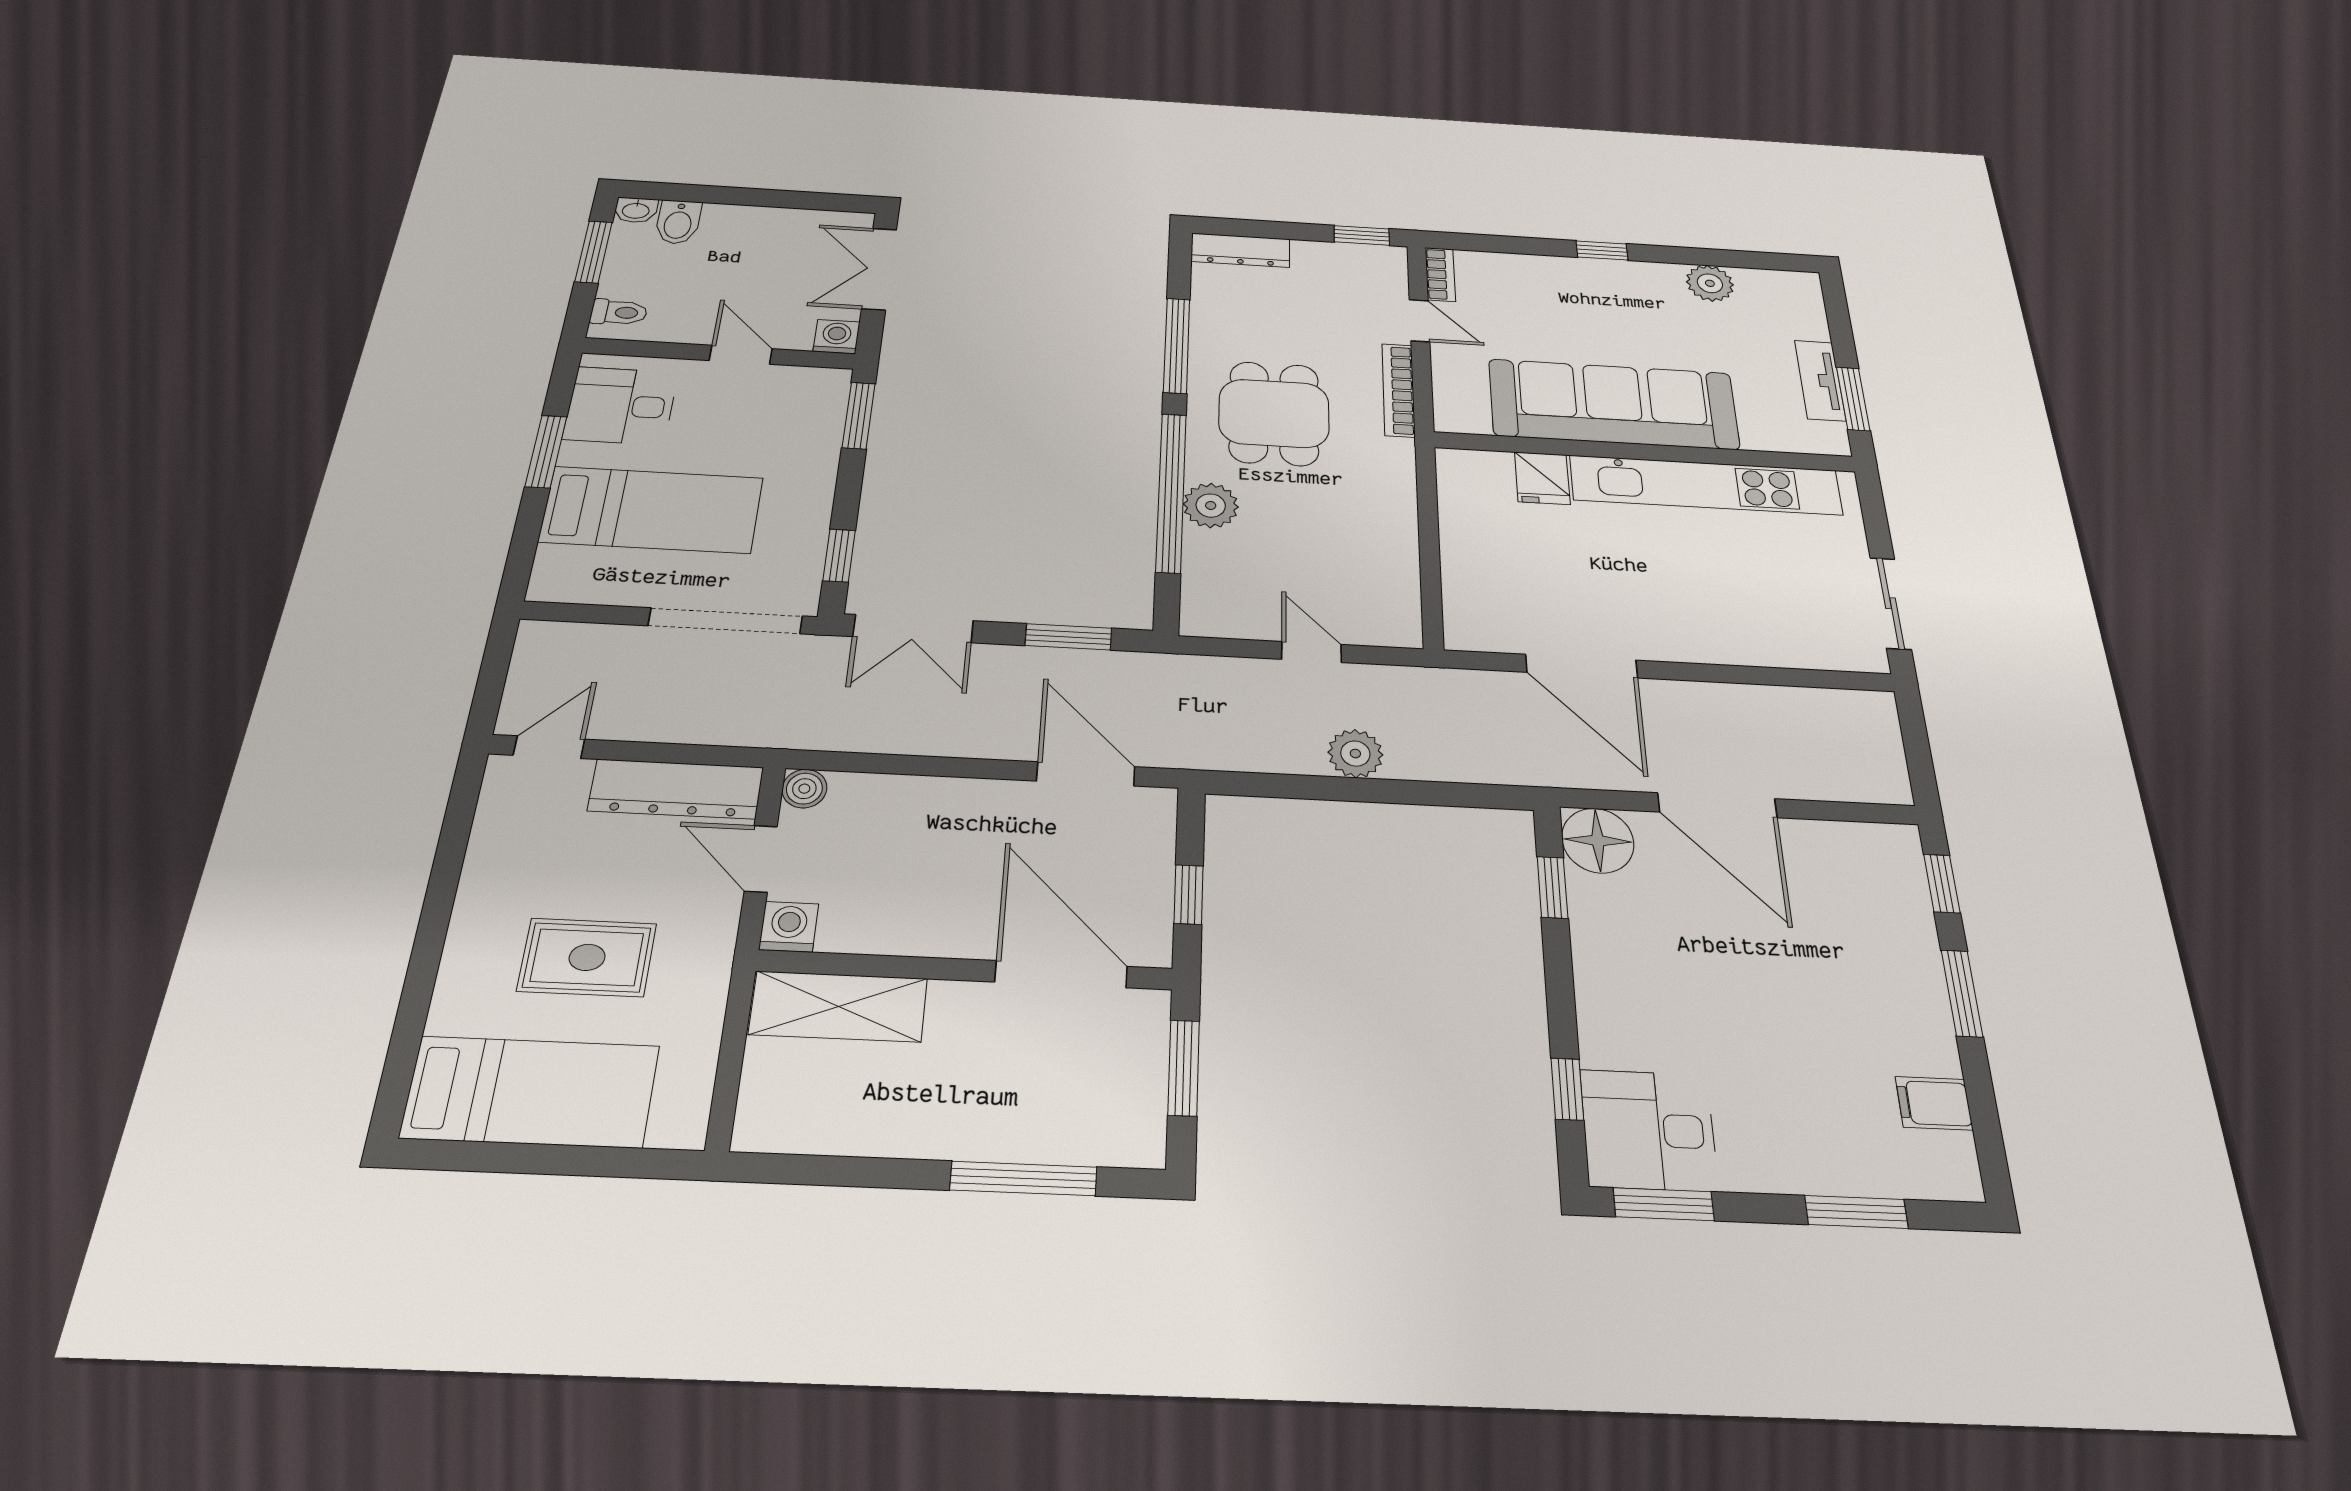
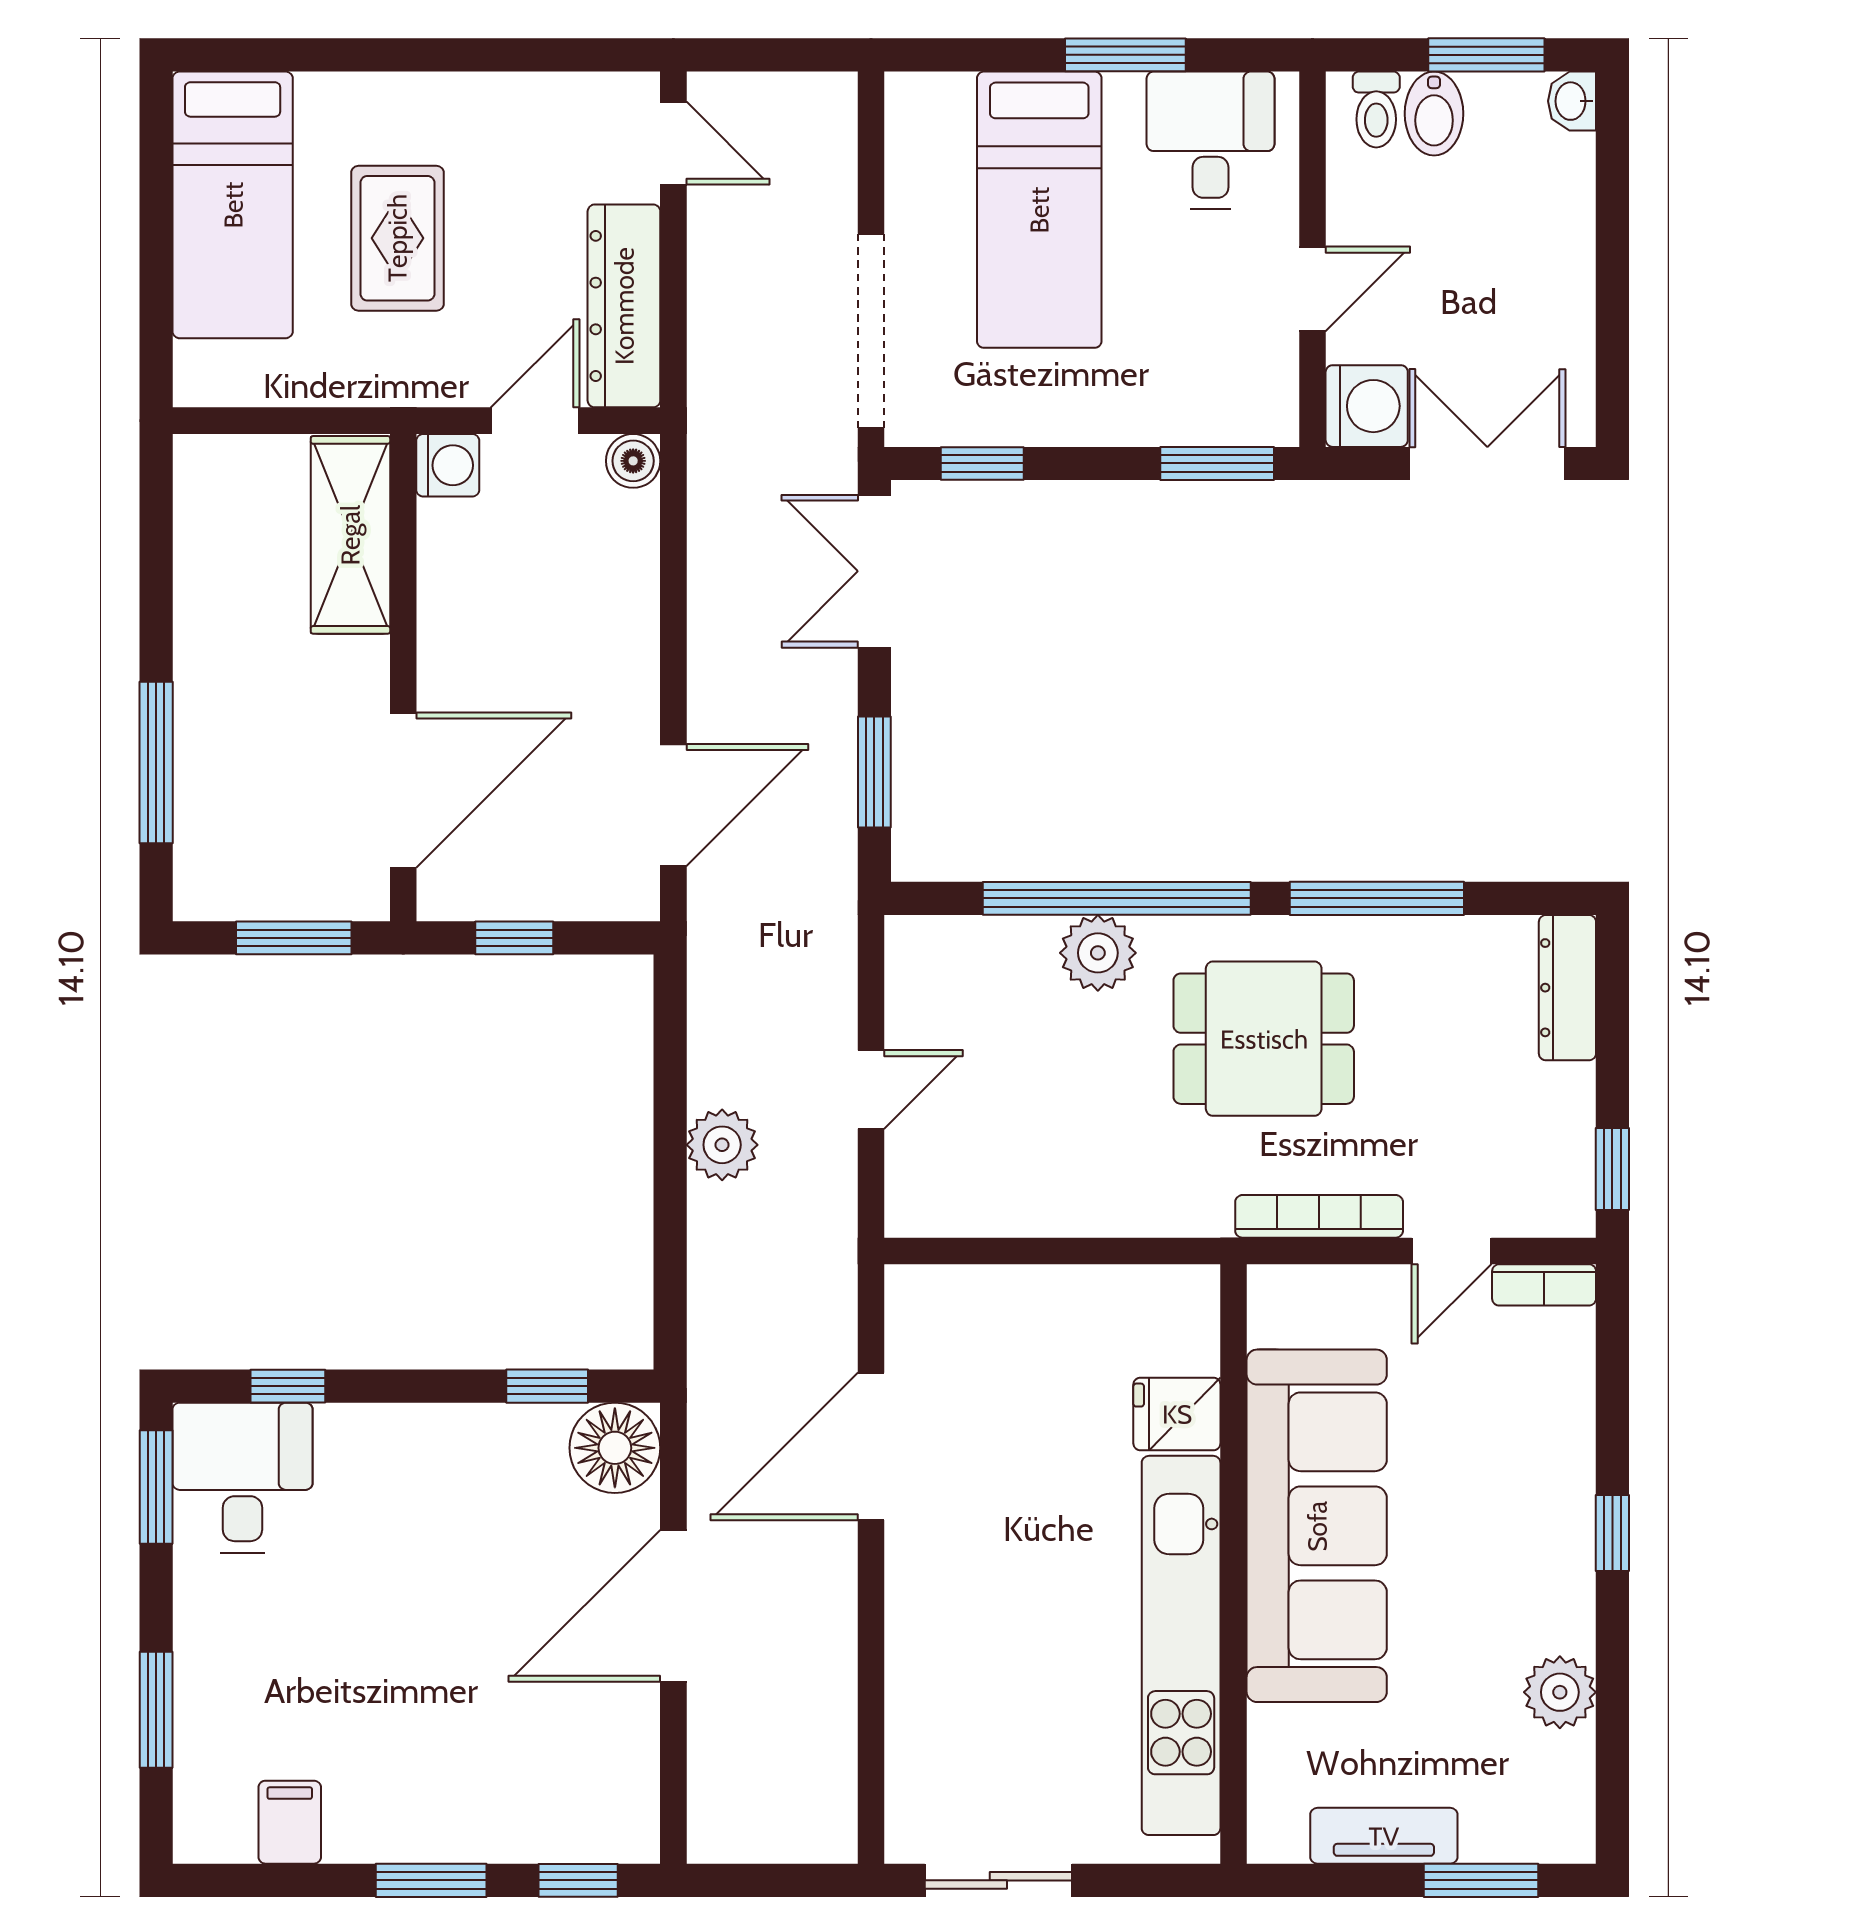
bidet: (678, 222) -> (1434, 114), moved, turned -90
washing machine: (837, 337) -> (1367, 406), width x1.38, depth x1.38
window: (1853, 399) -> (1481, 1880), moved

